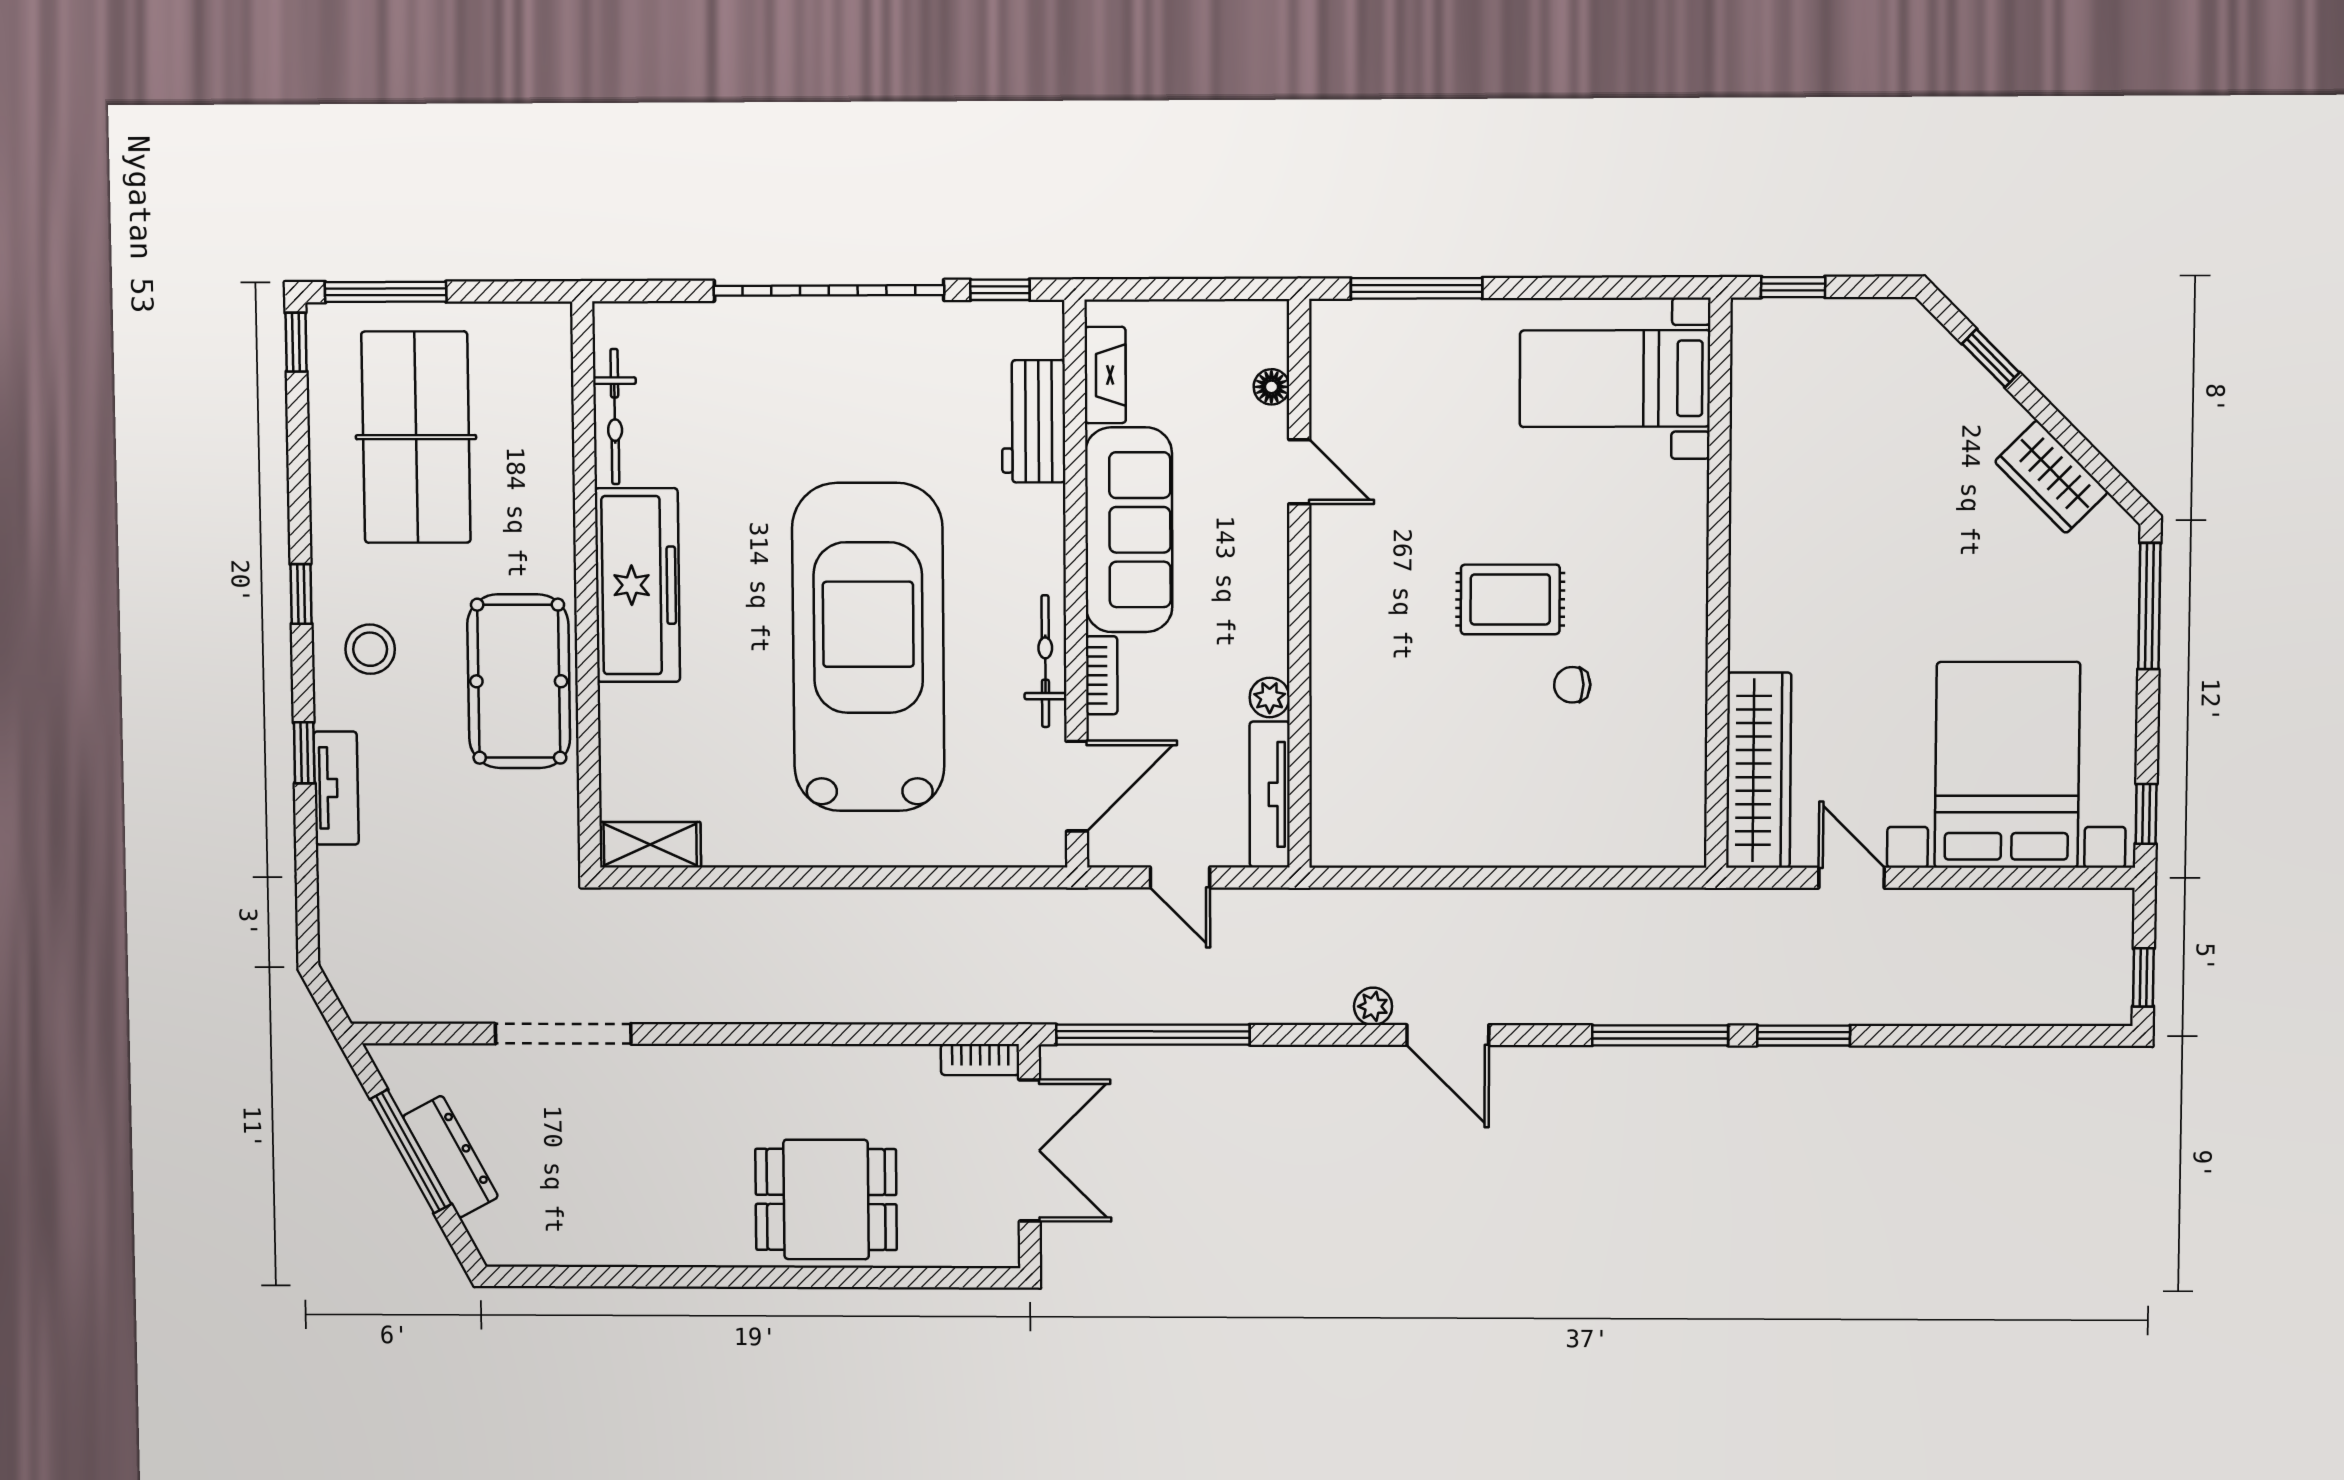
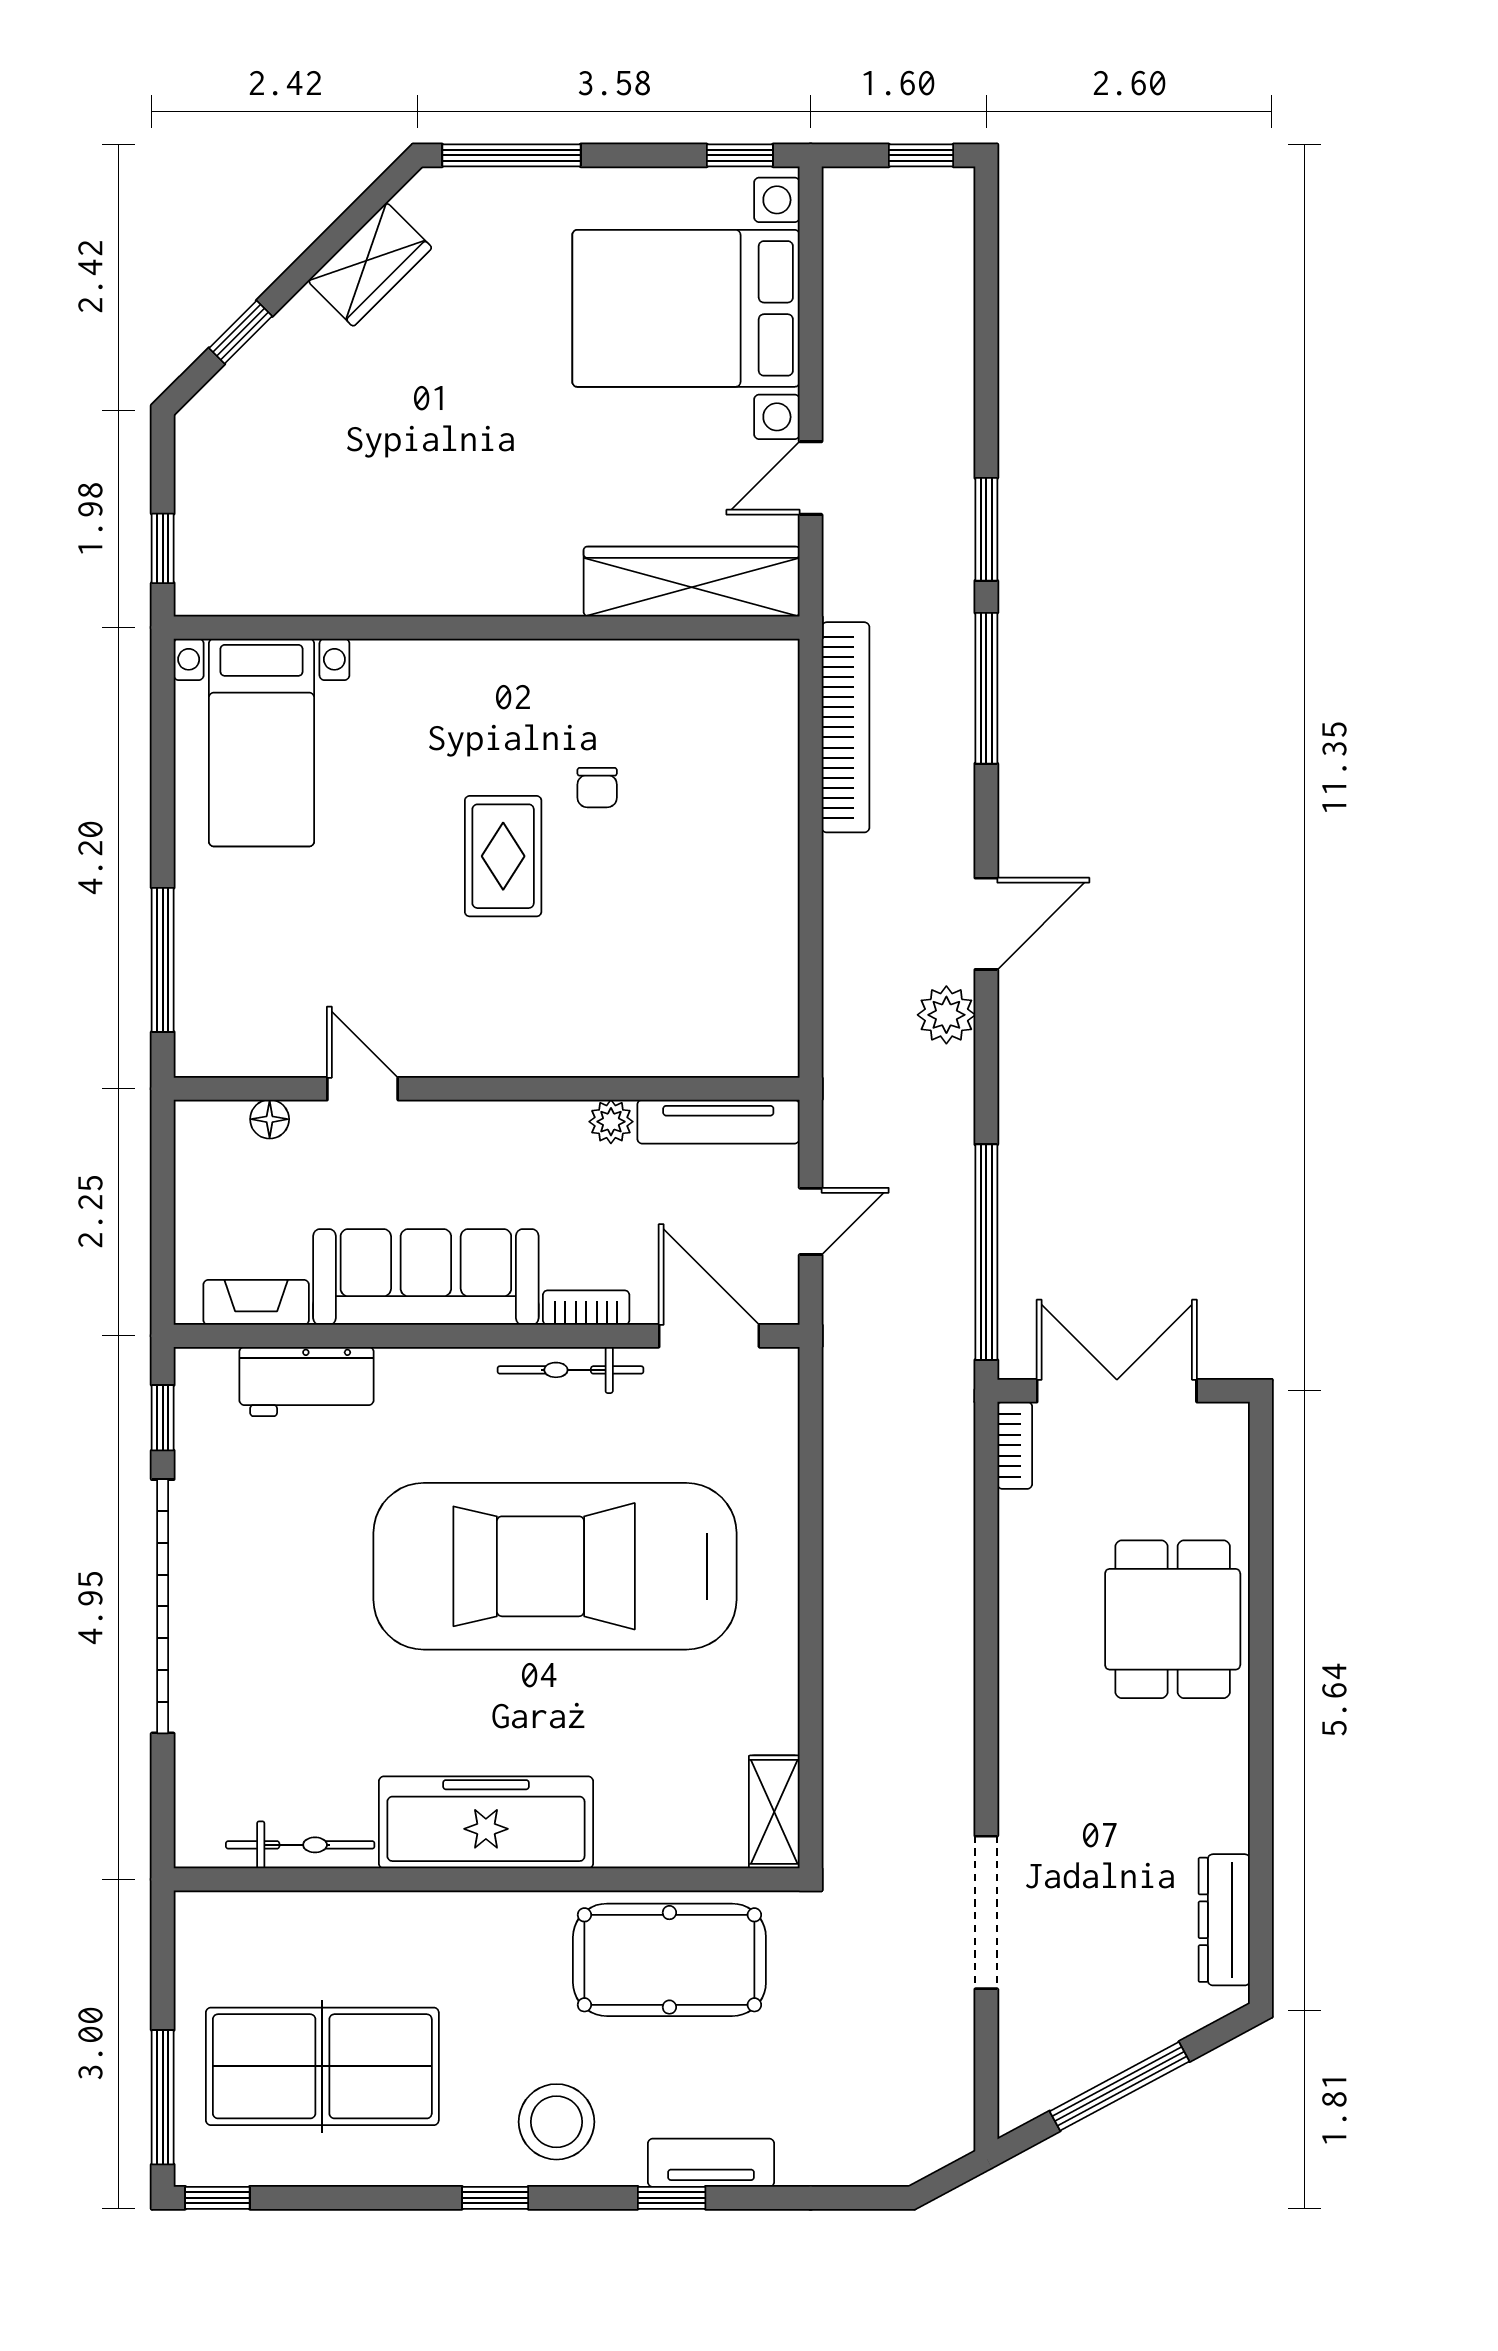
door: (1299, 472) -> (363, 1089), hinge flipped
stool: (370, 649) -> (556, 2122), width x1.38, depth x1.38
pool table: (519, 681) -> (669, 1960), moved
bookcase: (1626, 909) -> (845, 727), added
plant: (1373, 1006) -> (946, 1015), width x1.38, depth x1.38
dresser: (450, 1157) -> (1224, 1920), moved, turned -62

